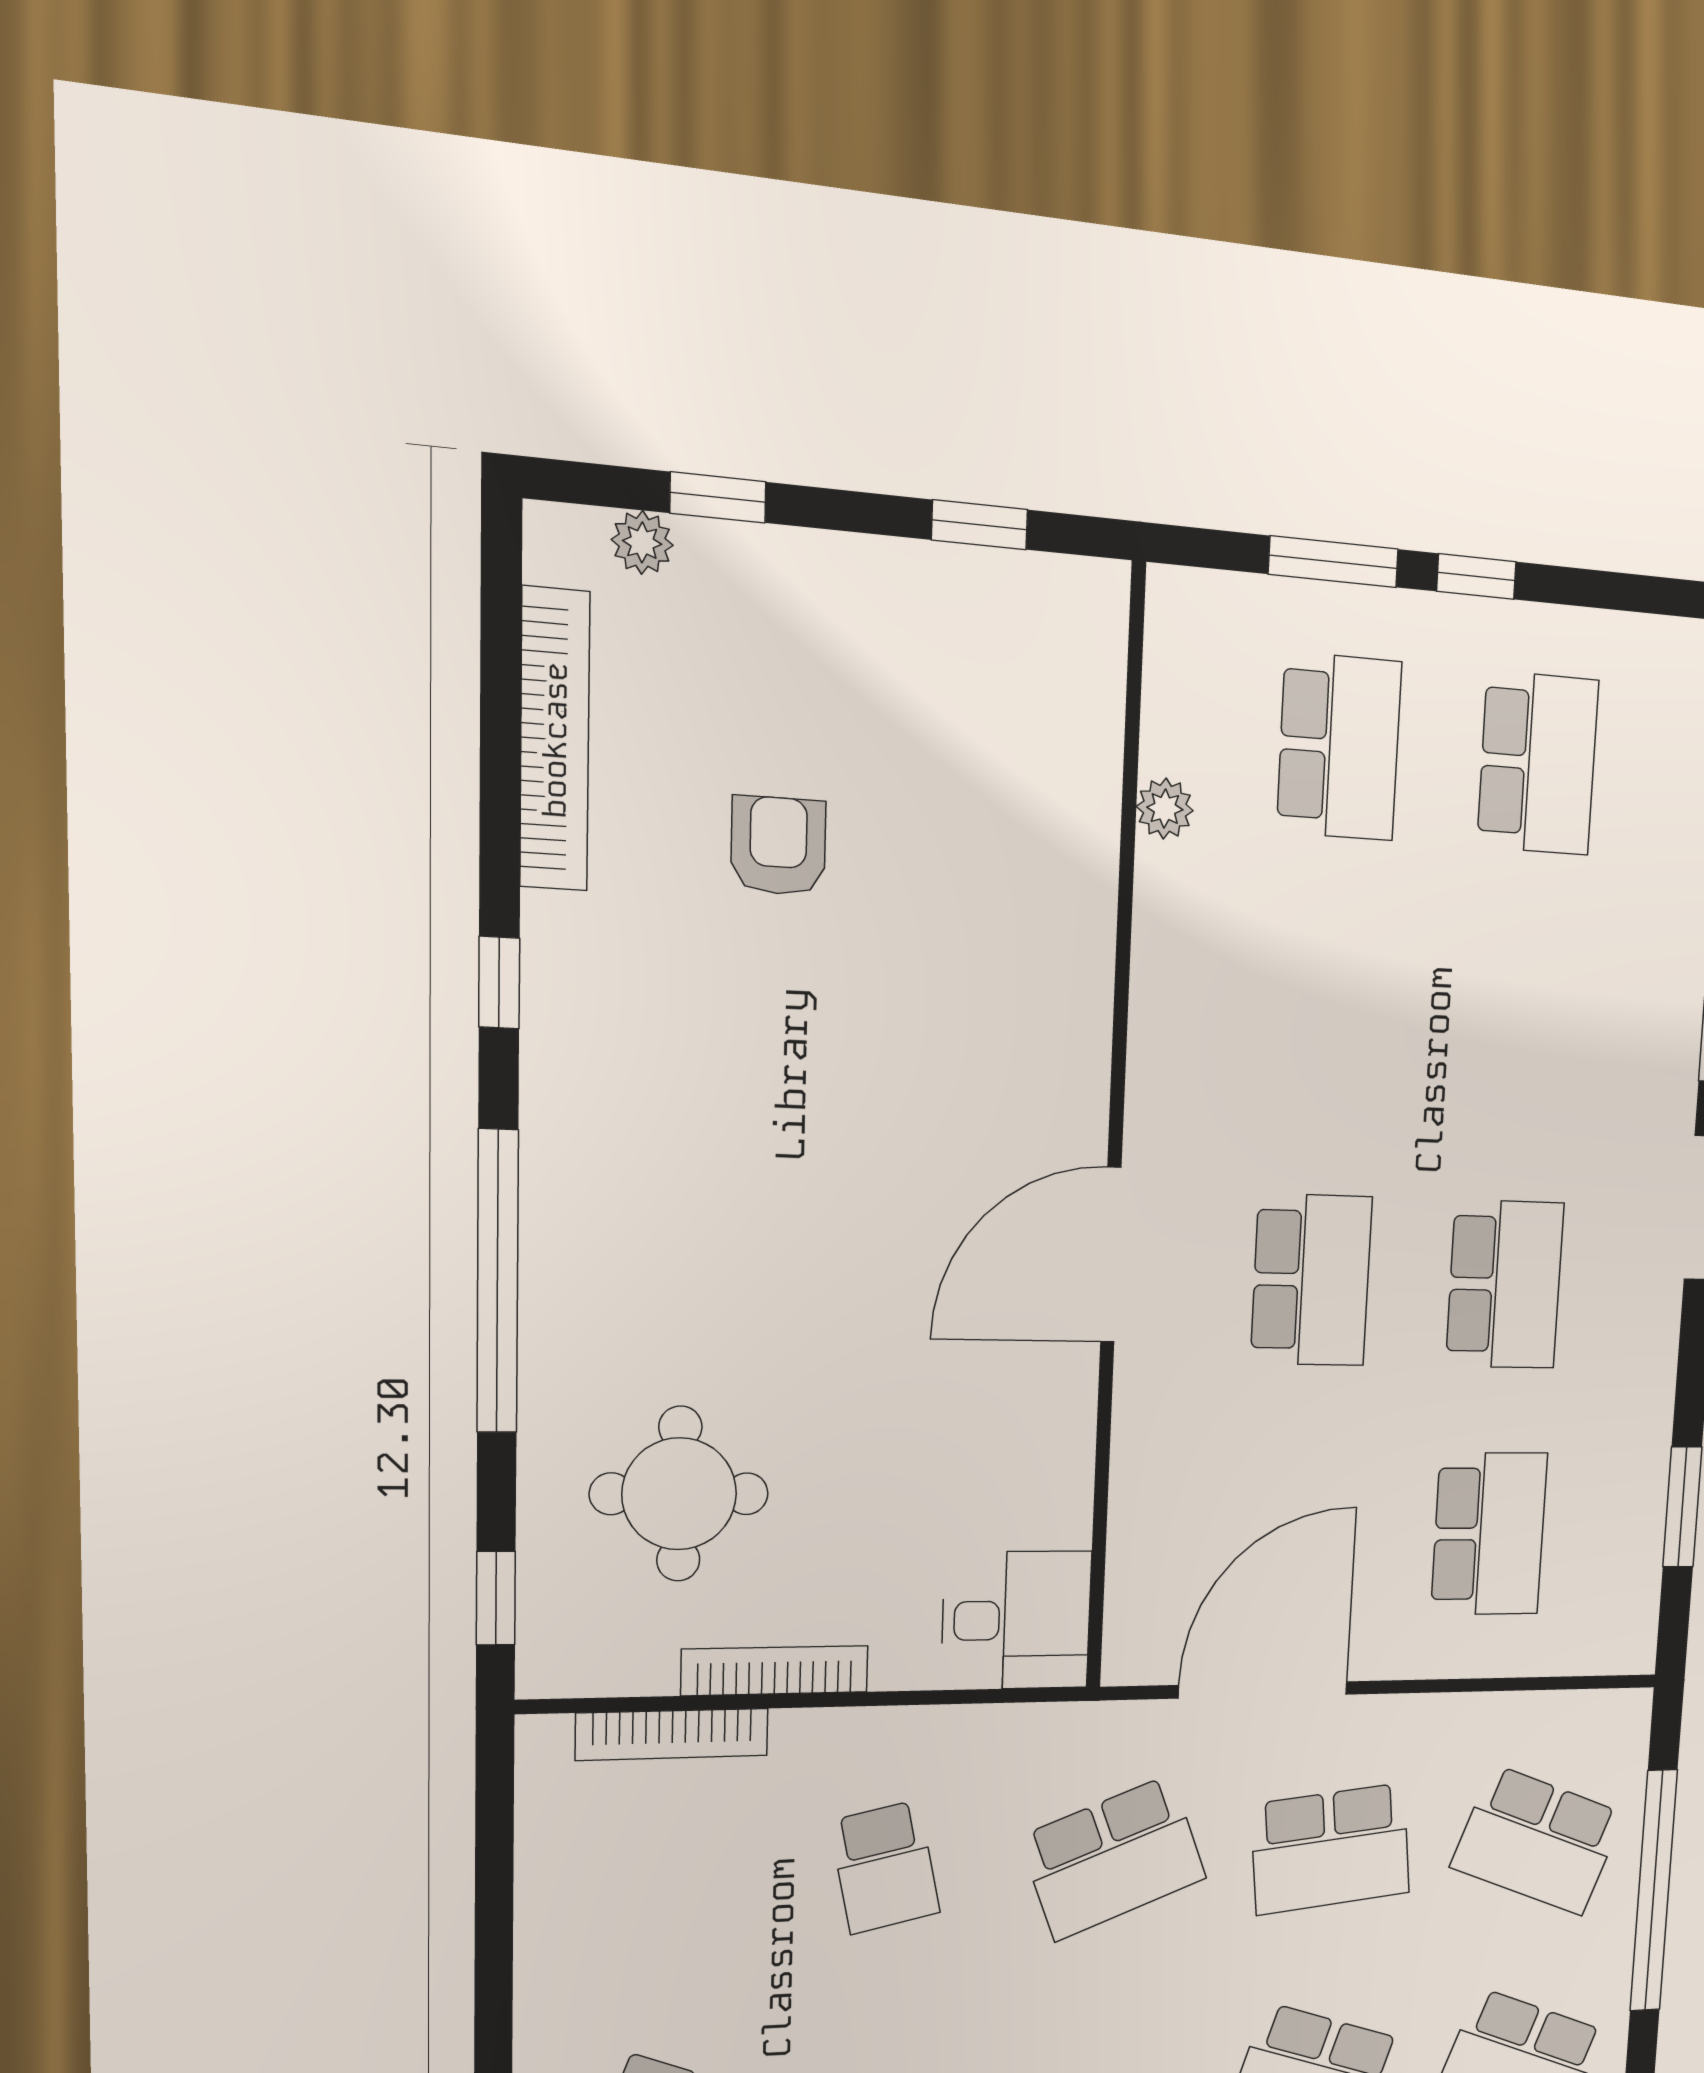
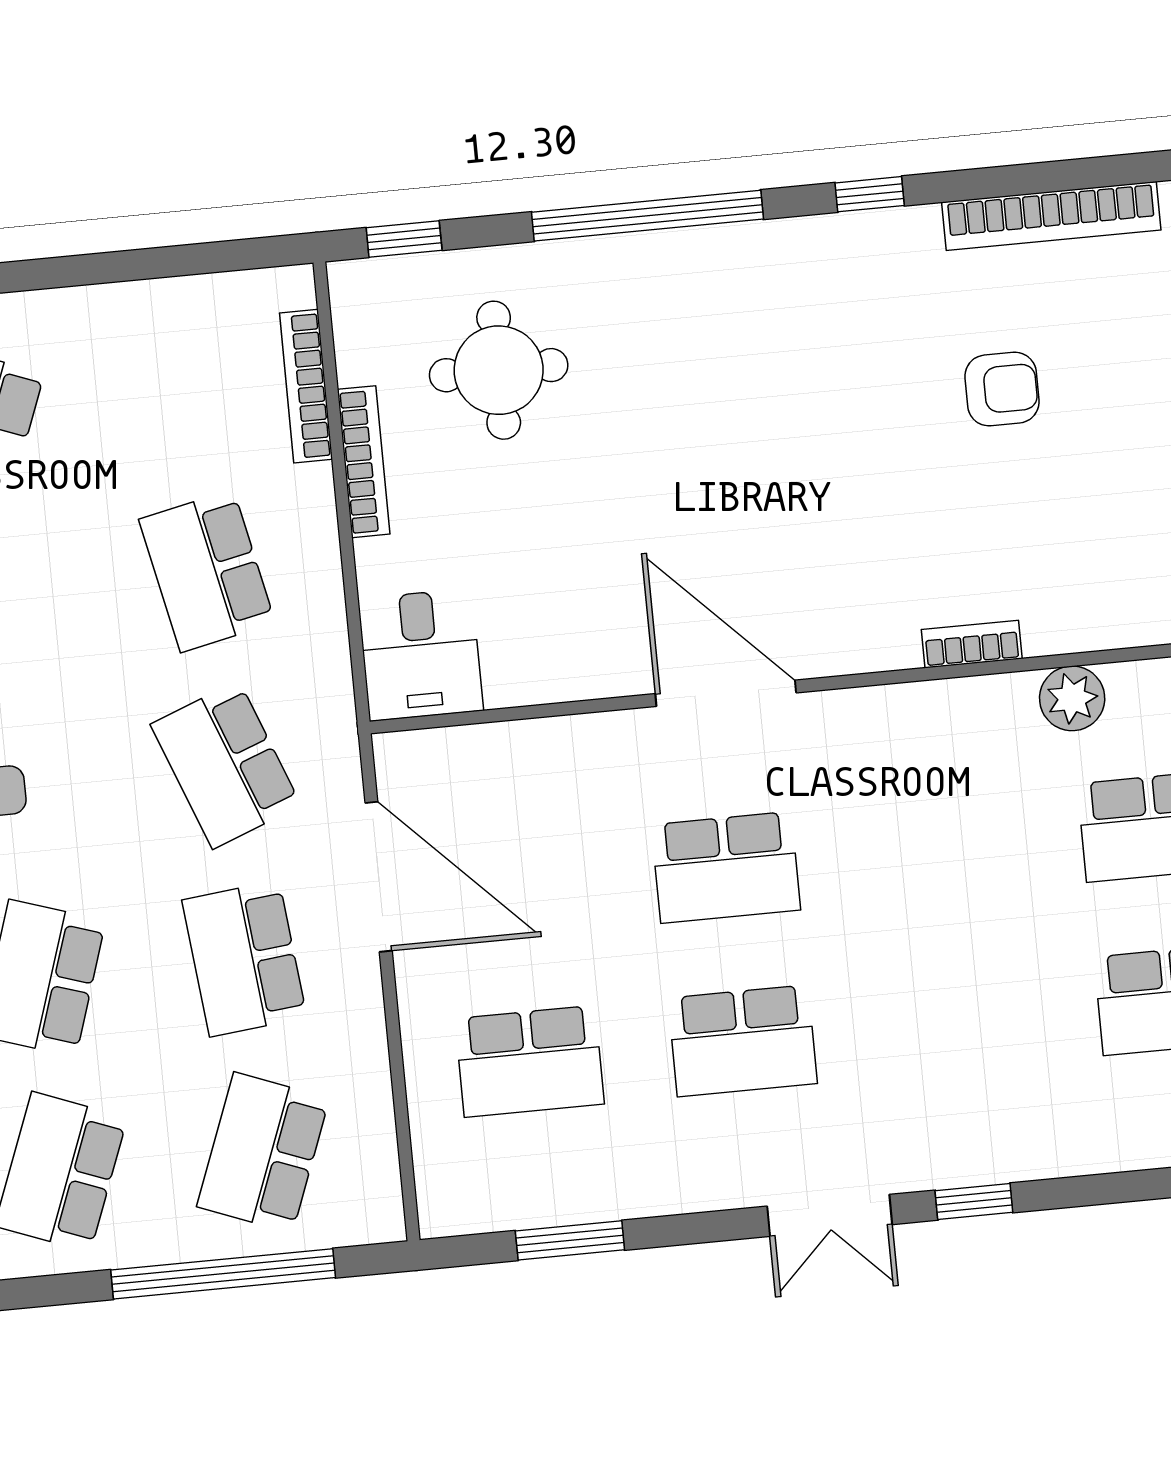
plant: (1165, 808) -> (1072, 698), width x1.38, depth x1.38
bookcase: (1093, 938) -> (972, 644), added
school desk: (885, 1867) -> (207, 571), width x1.85

